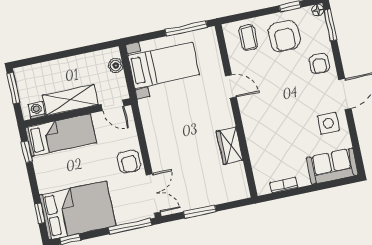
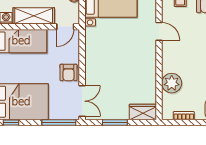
door: (113, 105) -> (65, 27), hinge flipped
wardrobe: (230, 146) -> (143, 112), moved, turned 90
plant: (260, 148) -> (172, 83), added

